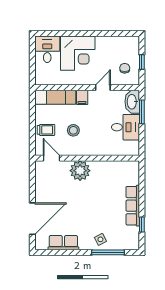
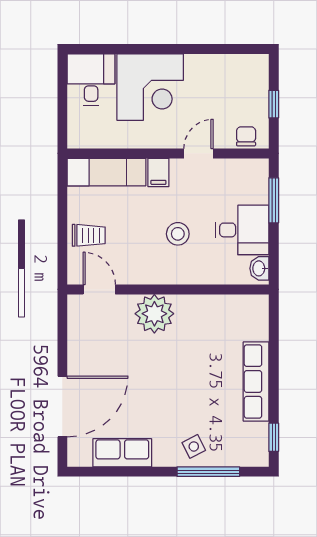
chair: (125, 68) -> (246, 136), moved
washbasin: (132, 102) -> (259, 268), moved, width x0.52, depth x0.69
stool: (73, 130) -> (178, 234), moved
window: (142, 224) -> (274, 437), moved

